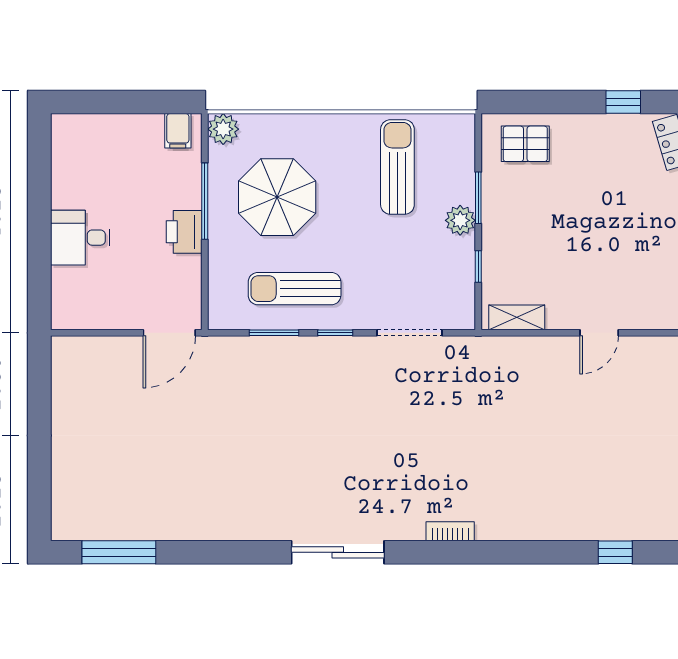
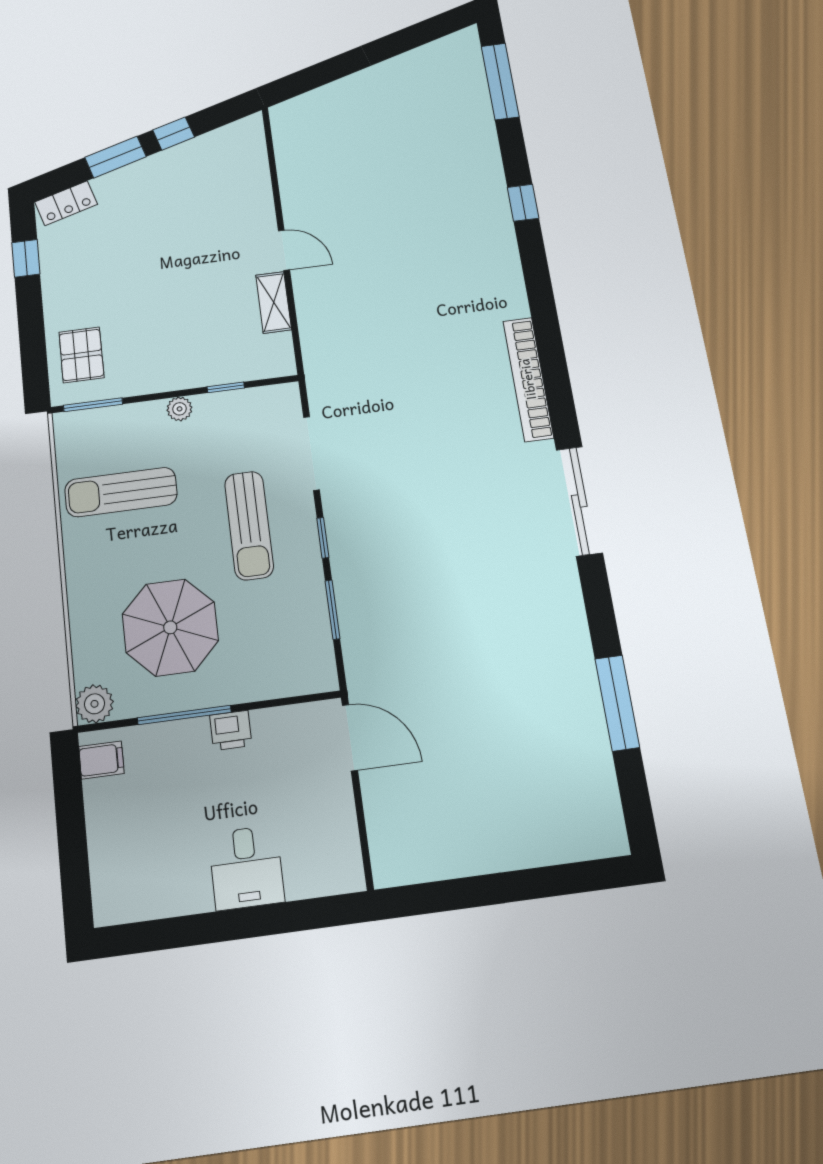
window: (478, 198) -> (93, 405), moved
plant: (460, 220) -> (180, 409), width x0.73, depth x0.73
printer: (184, 232) -> (231, 730), width x0.73, depth x0.81
sun lounger: (295, 289) -> (249, 525), moved
shelving: (517, 317) -> (274, 302), moved
bookcase: (450, 531) -> (528, 379), width x2.31, depth x1.31
window: (119, 552) -> (617, 703), moved

